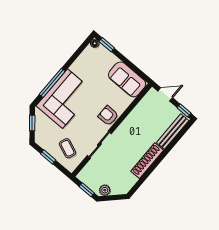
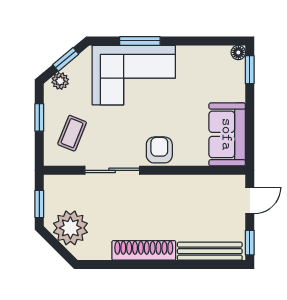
window: (52, 83) -> (140, 41), width x0.69
door: (165, 94) -> (250, 200), hinge flipped
plant: (40, 134) -> (60, 81), added
plant: (105, 190) -> (70, 228), width x1.88, depth x1.88

